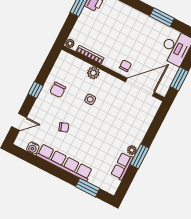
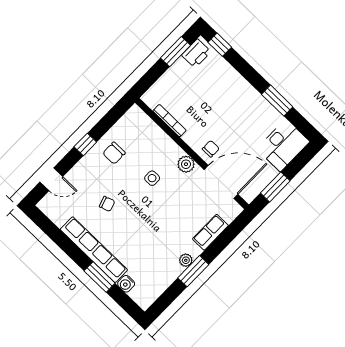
plant: (70, 43) -> (148, 98), removed
plant: (93, 73) -> (186, 164), moved
water cooler: (33, 148) -> (126, 284), moved
row of seats: (122, 166) -> (210, 232), moved
window: (88, 188) -> (100, 277), moved

